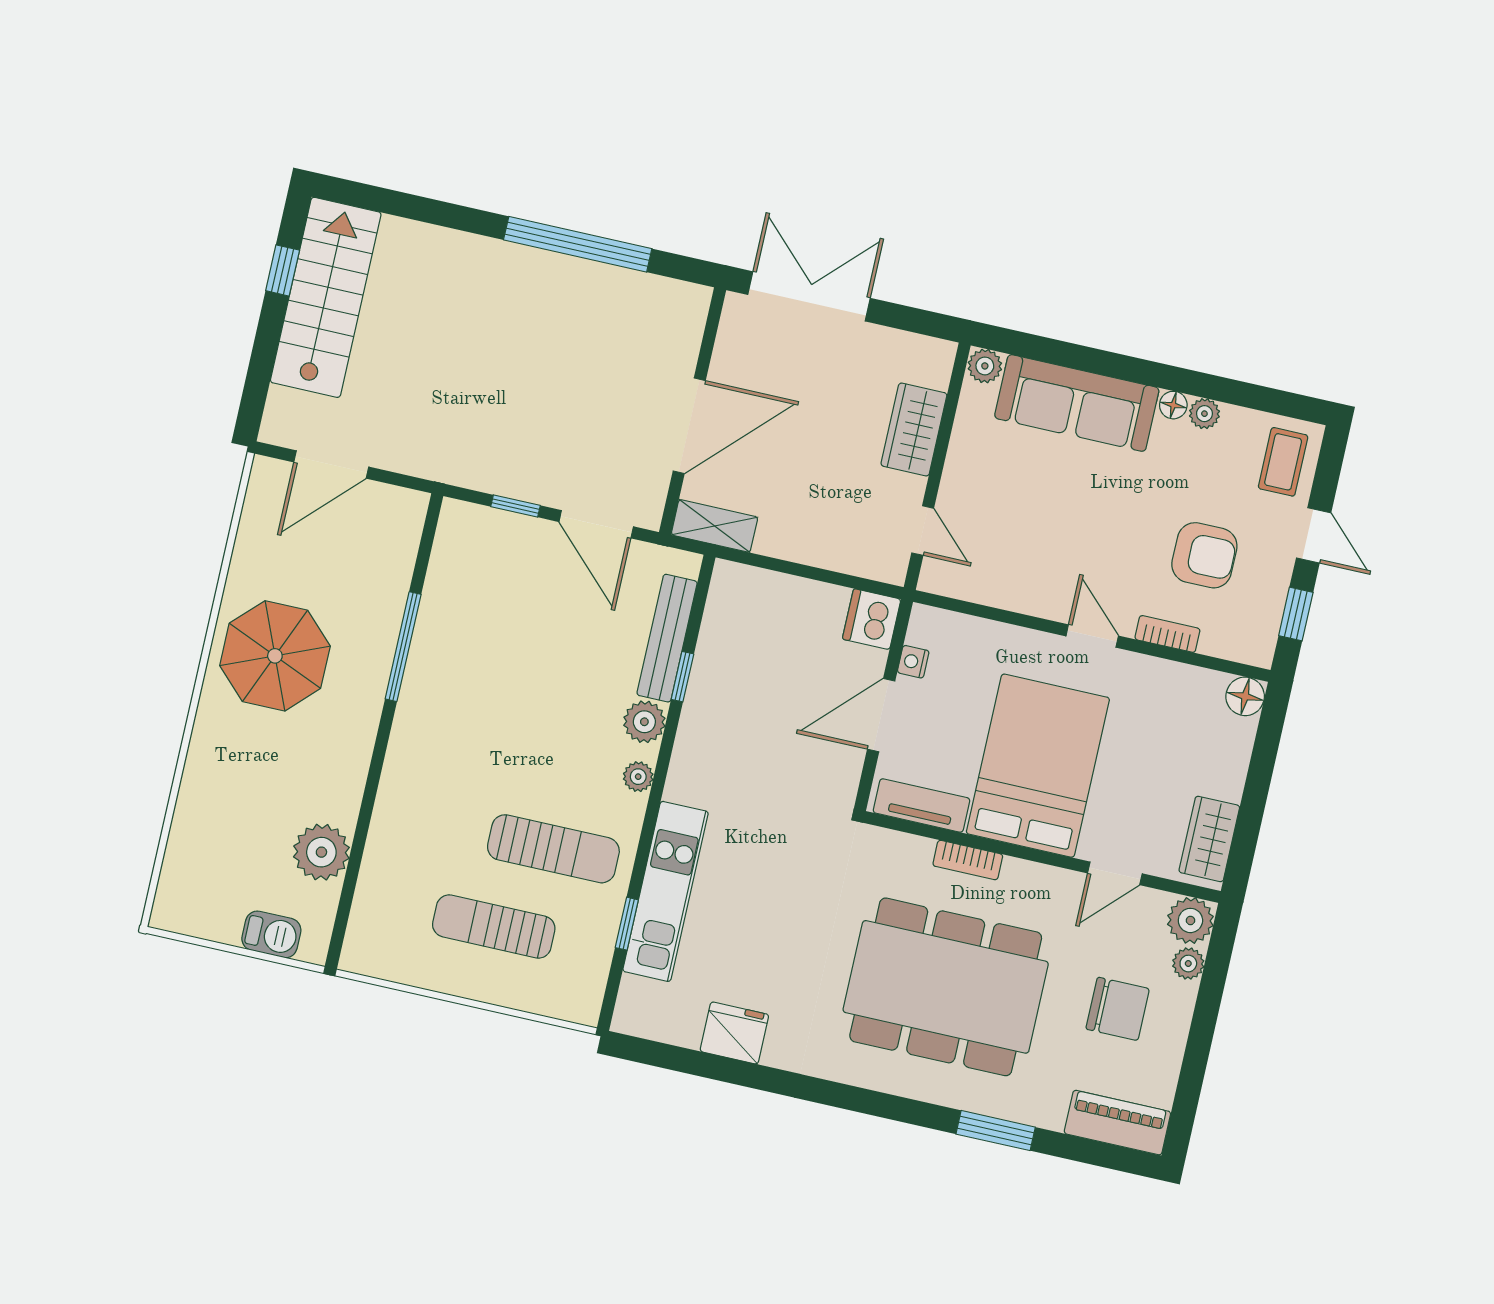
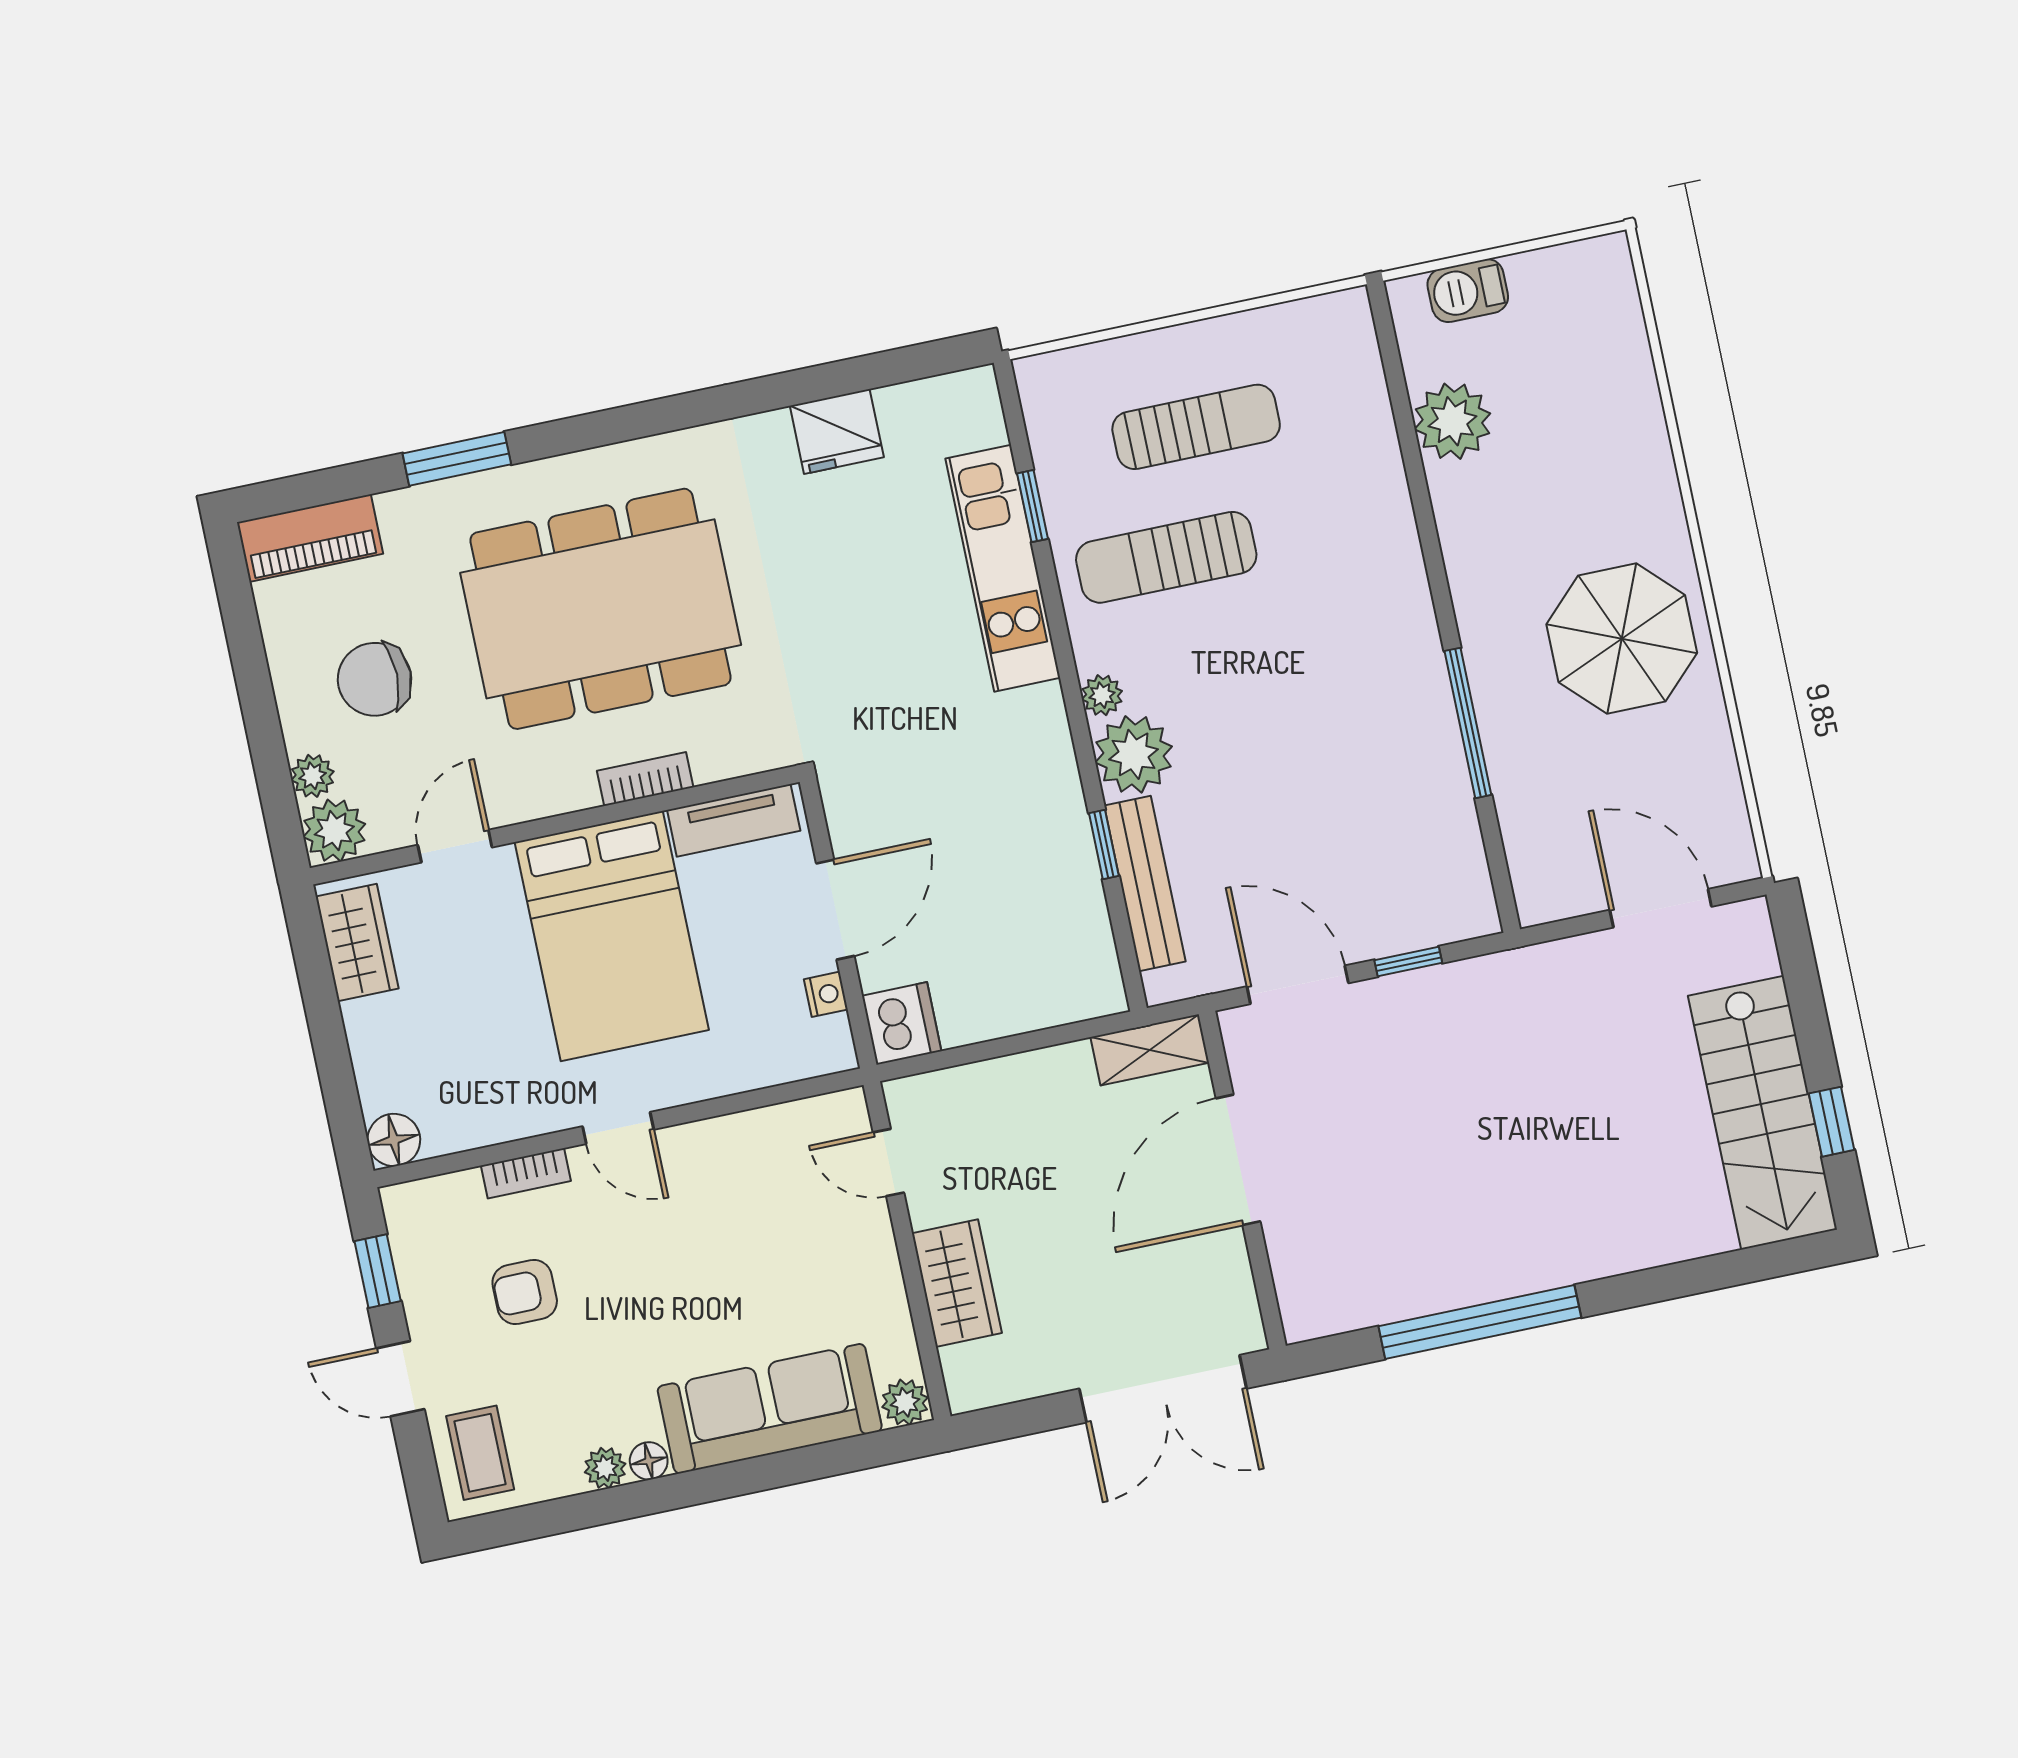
door: (331, 464) -> (1661, 908), hinge flipped
armchair: (1204, 555) -> (525, 1292), width x0.72, depth x0.72
plant: (644, 722) -> (1134, 754), width x1.36, depth x1.36

